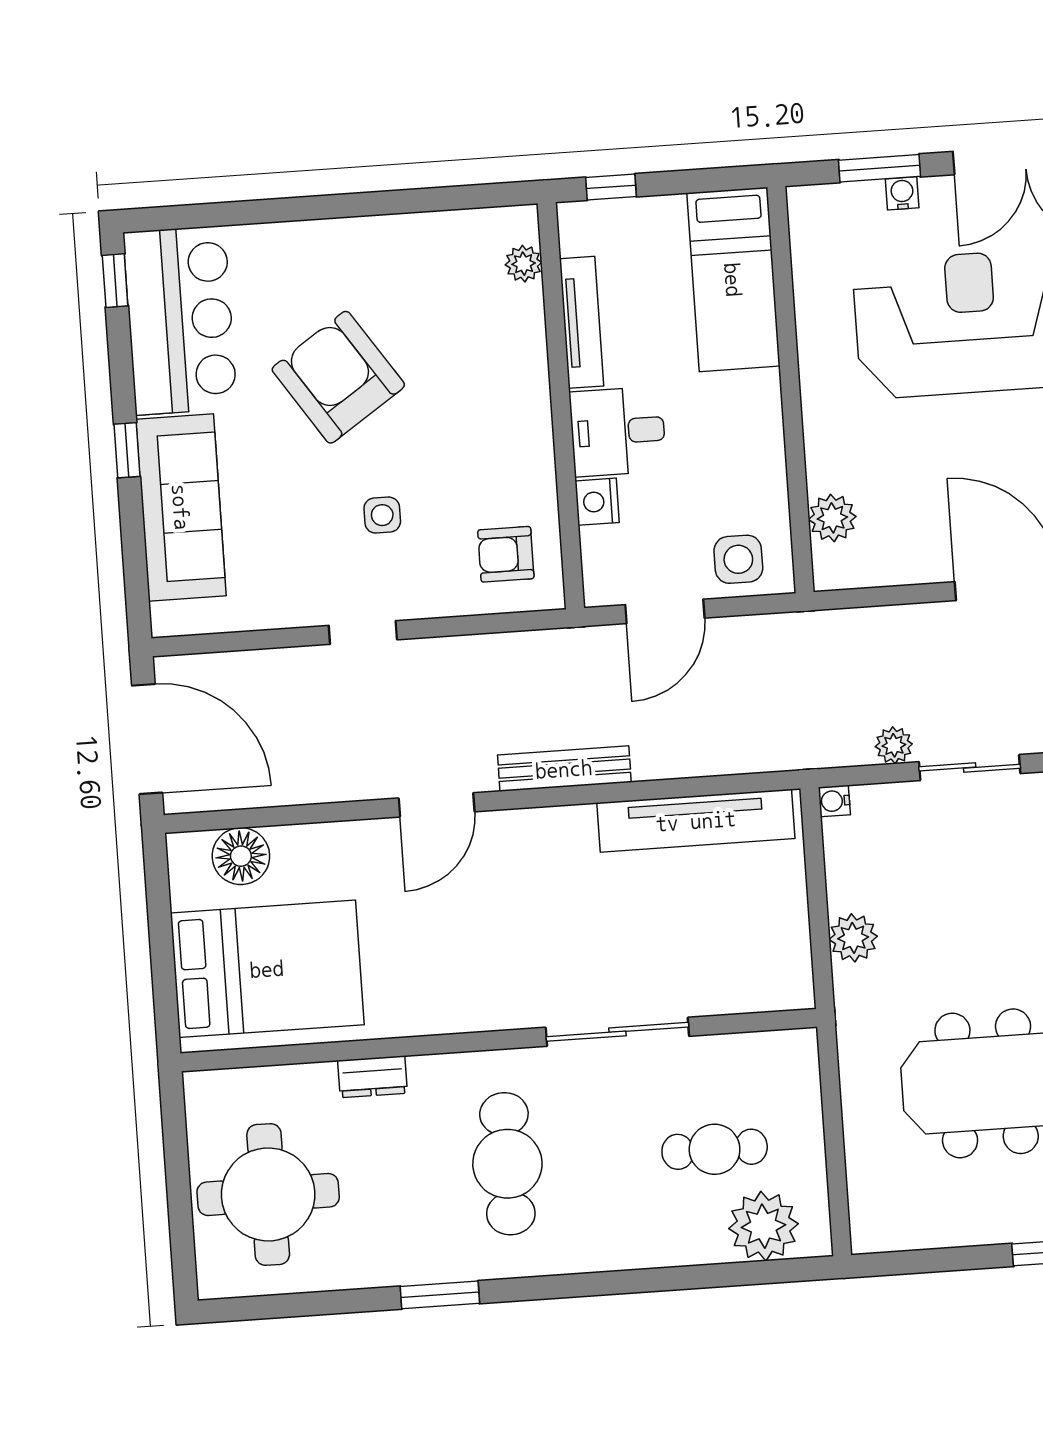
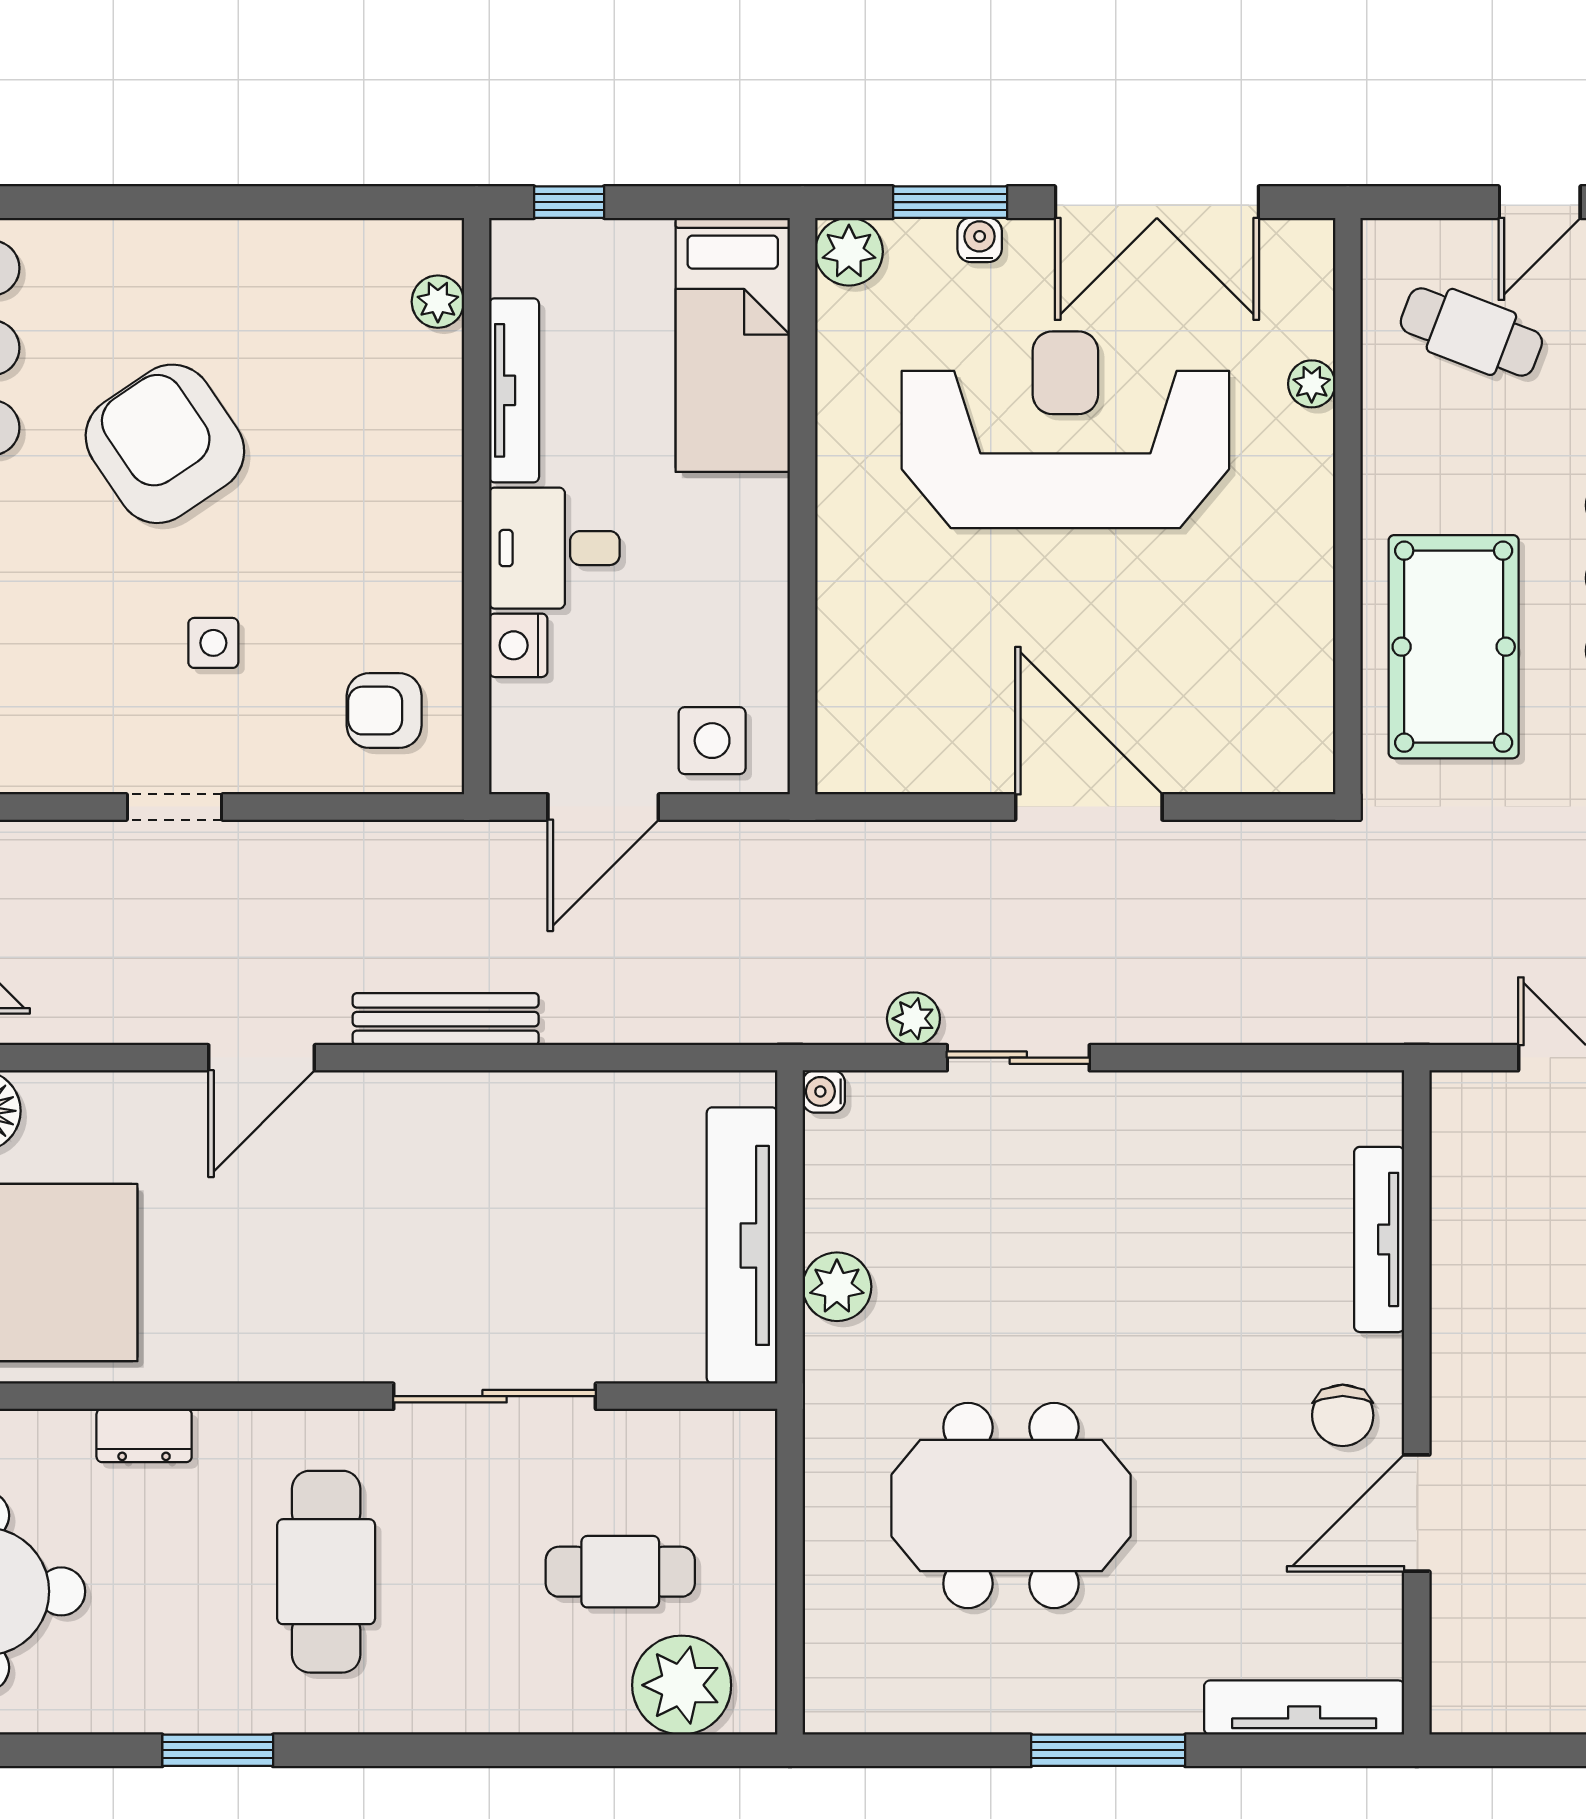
plant: (832, 518) -> (849, 252), moved
tv unit: (696, 821) -> (742, 1245), moved, turned 90

